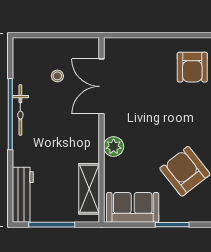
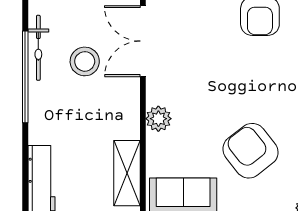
stool: (57, 76) -> (85, 61), moved, width x1.89, depth x1.89
bicycle: (20, 110) -> (38, 48), moved

